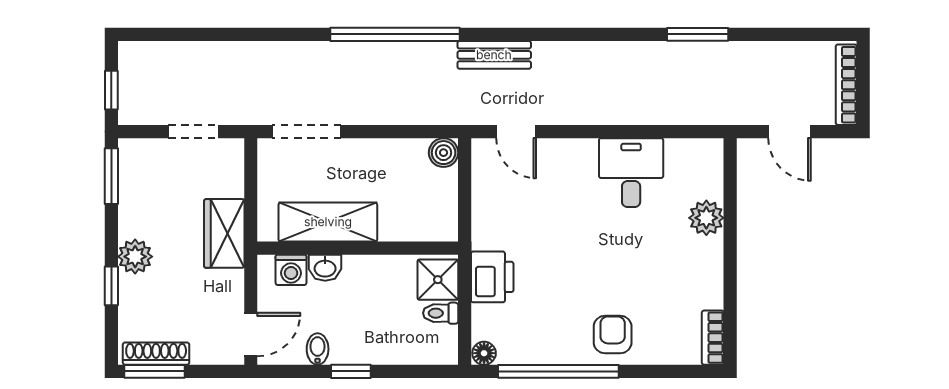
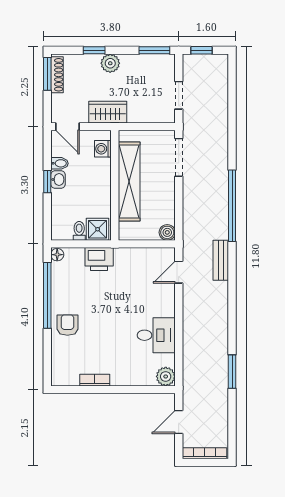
plant: (706, 218) -> (166, 376), moved
shelving: (328, 222) -> (129, 182), width x1.47
wardrobe: (224, 233) -> (108, 112), moved
washbasin: (325, 268) -> (58, 180), moved, turned 180
armchair: (613, 334) -> (67, 325), turned -90
bookcase: (713, 338) -> (95, 380), moved

